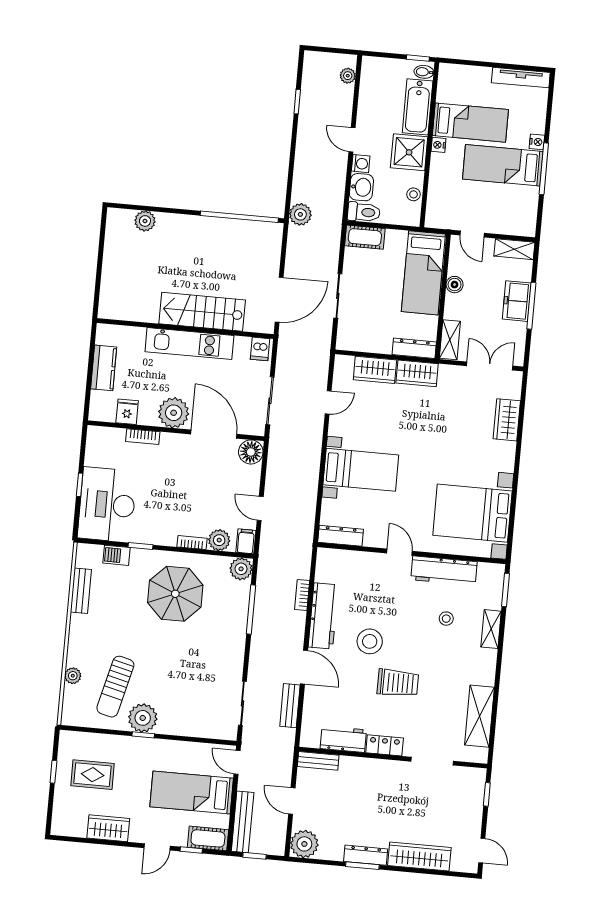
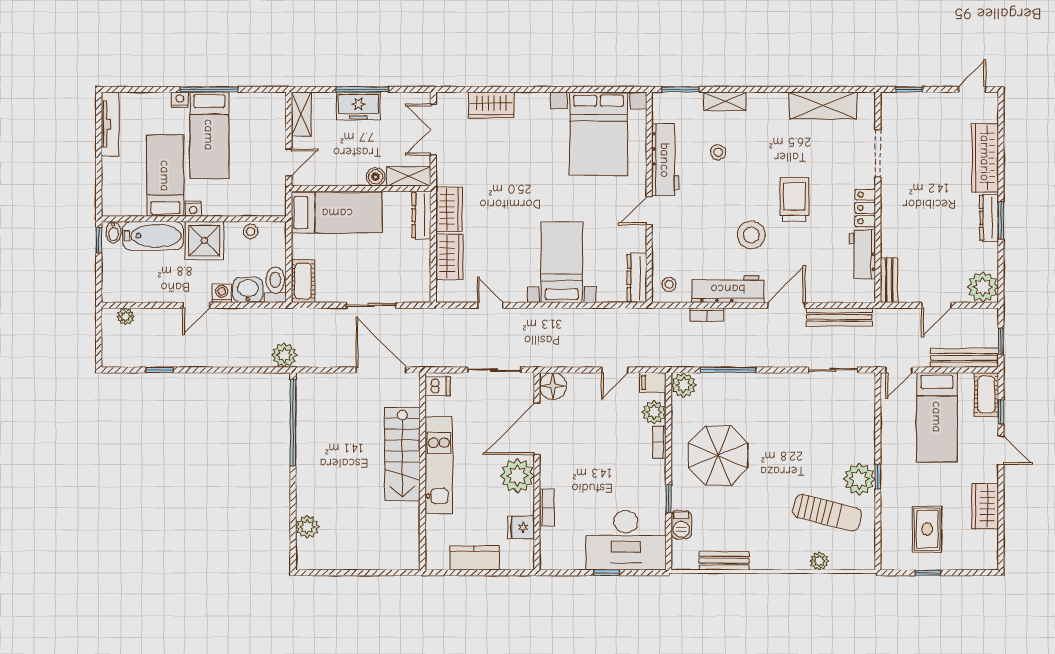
boiler: (455, 285) -> (376, 177), moved
stool: (332, 564) -> (669, 284), added
bench: (290, 706) -> (839, 317), width x1.36

